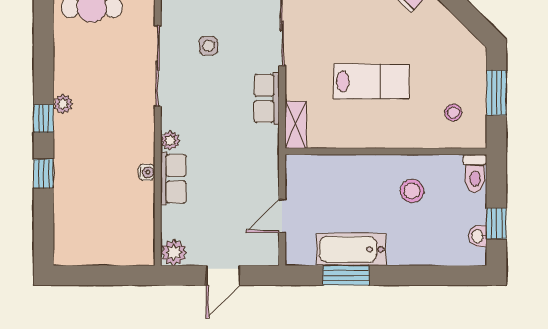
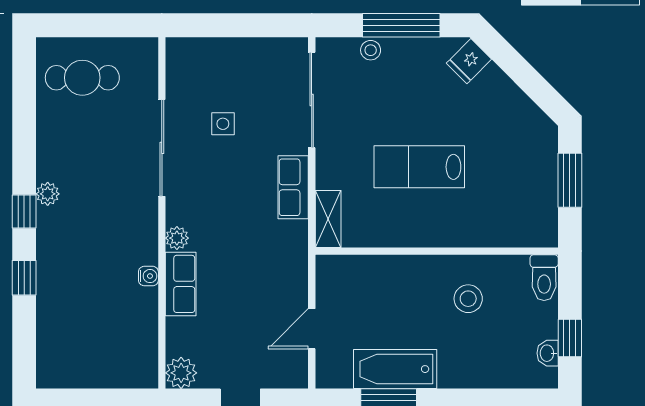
lab bench: (371, 82) -> (419, 167), turned 180
stool: (453, 112) -> (518, 204), removed

